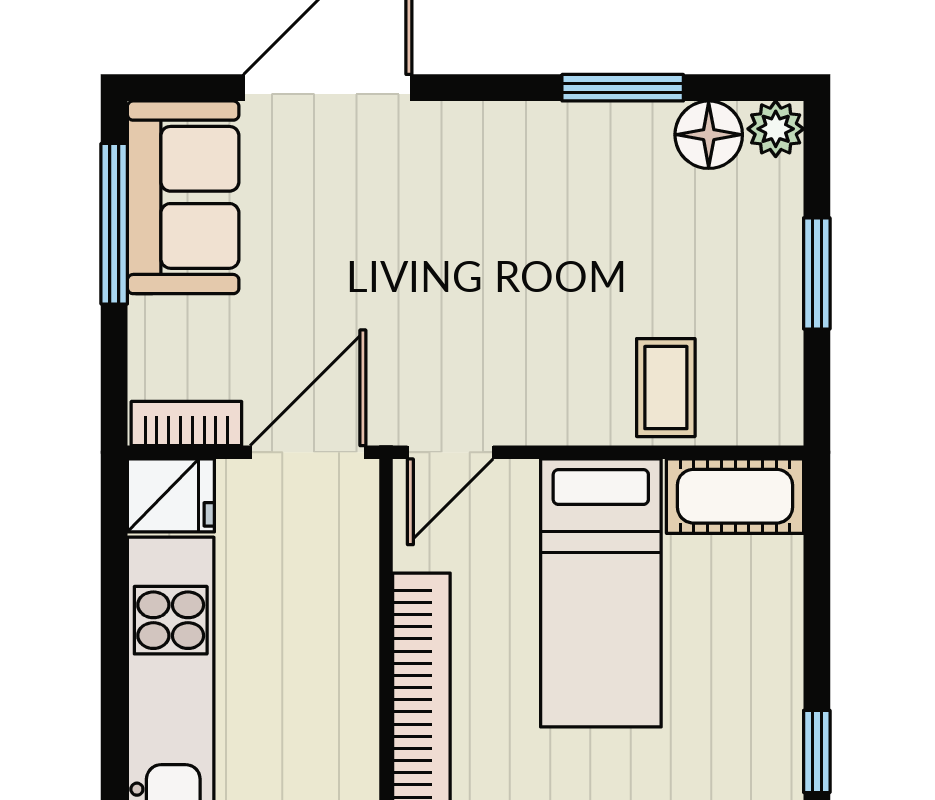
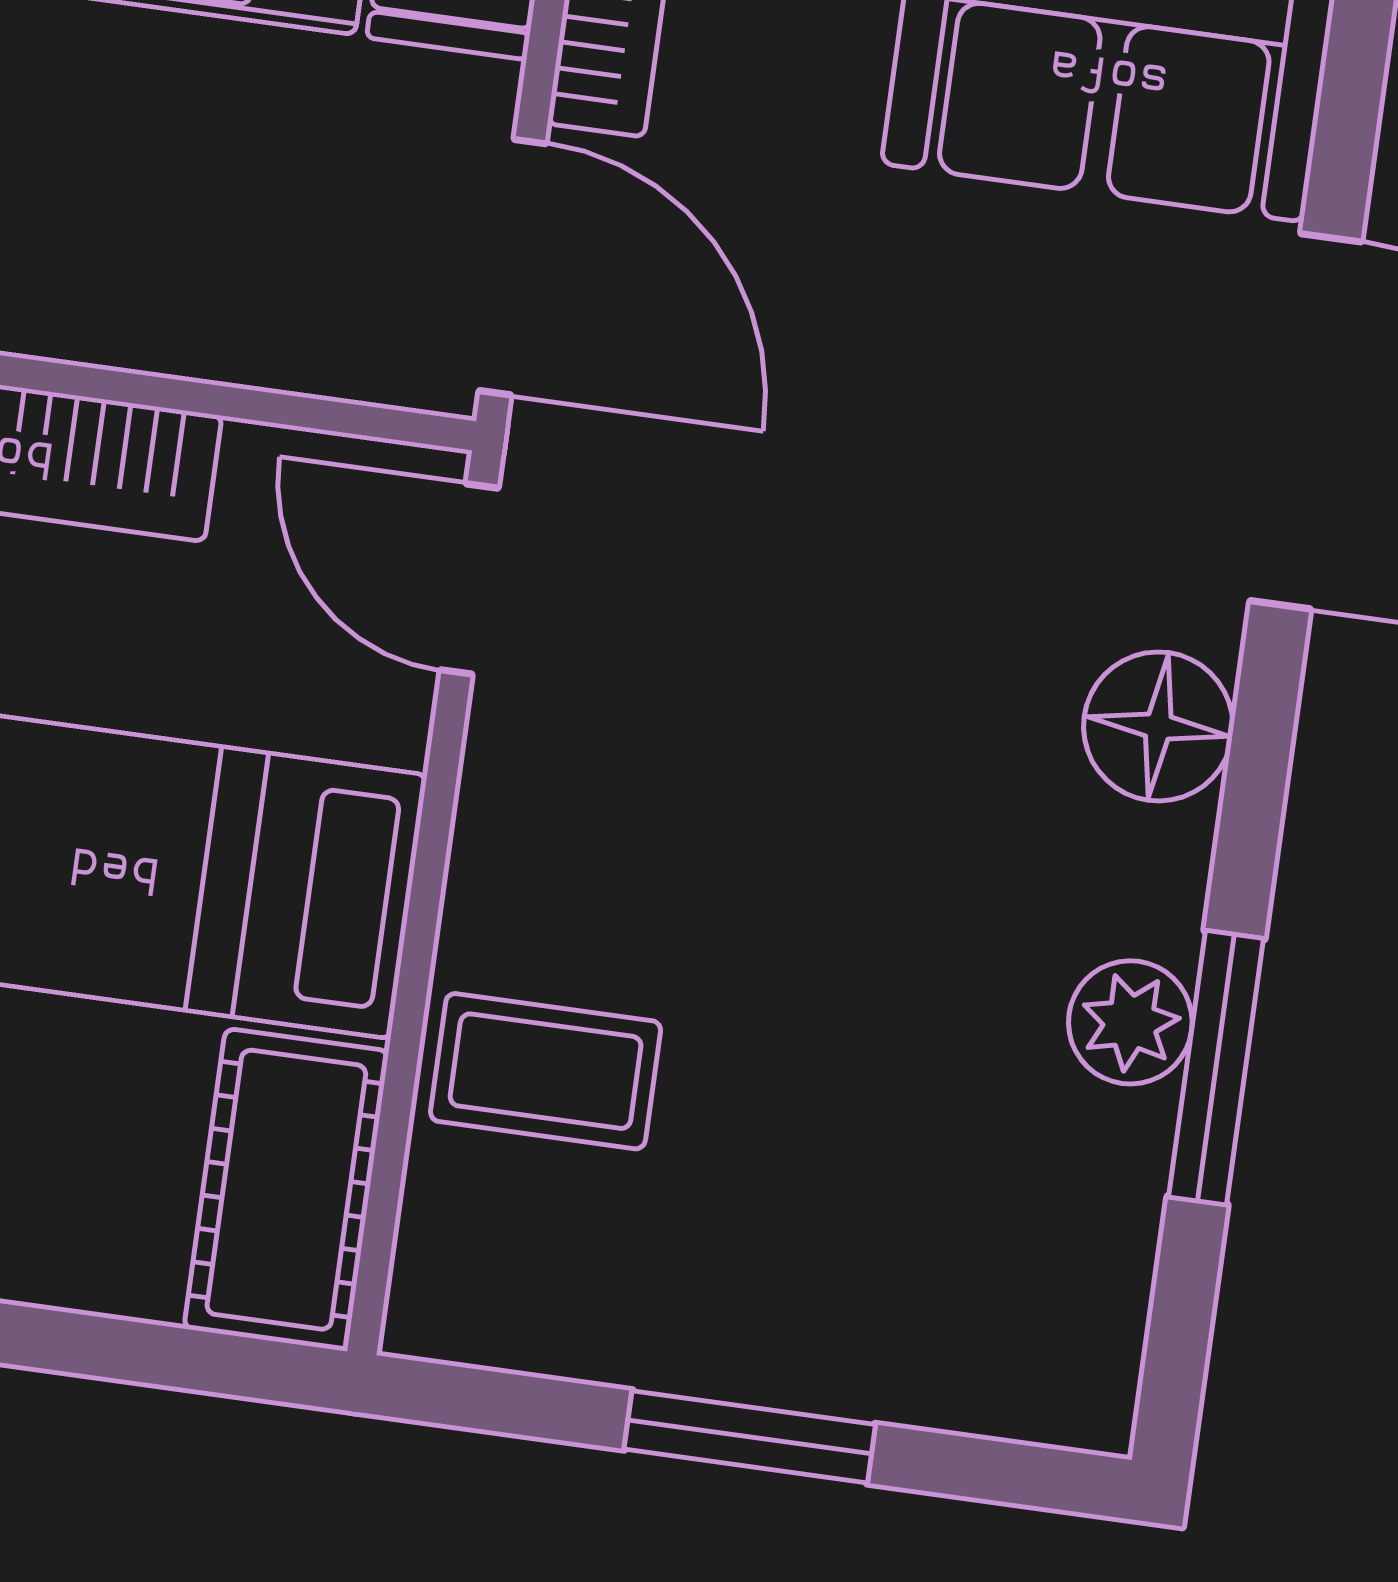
plant: (776, 129) -> (1130, 1022), moved
floor lamp: (709, 135) -> (1158, 726), moved

